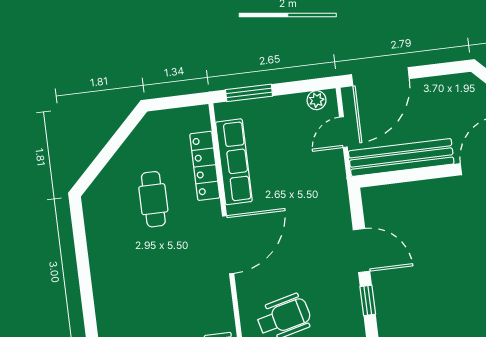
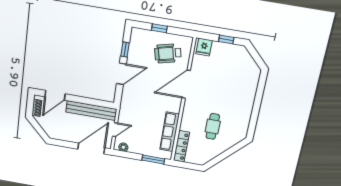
locker: (205, 166) -> (181, 146), moved
door: (228, 245) -> (186, 84), moved
door: (362, 250) -> (121, 74), swing flipped

